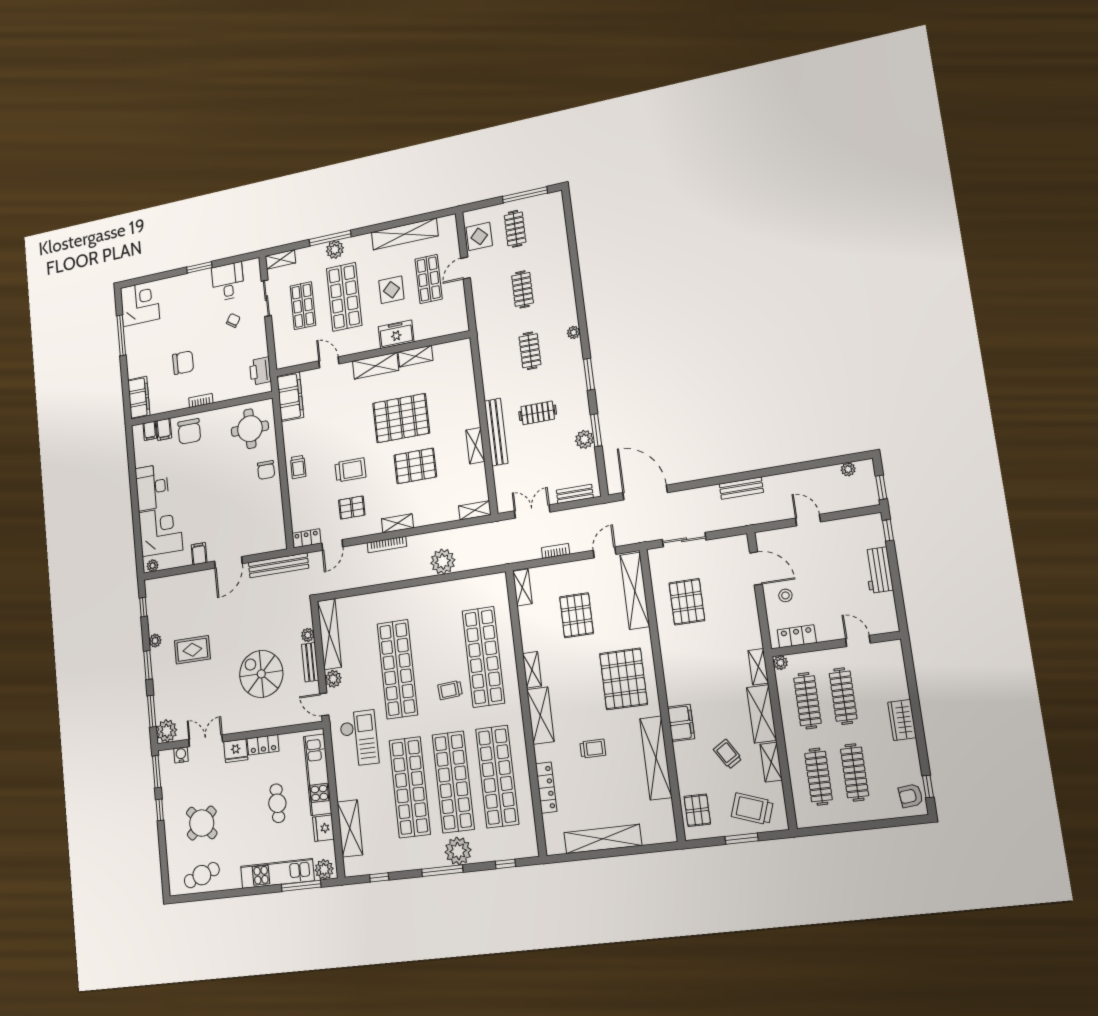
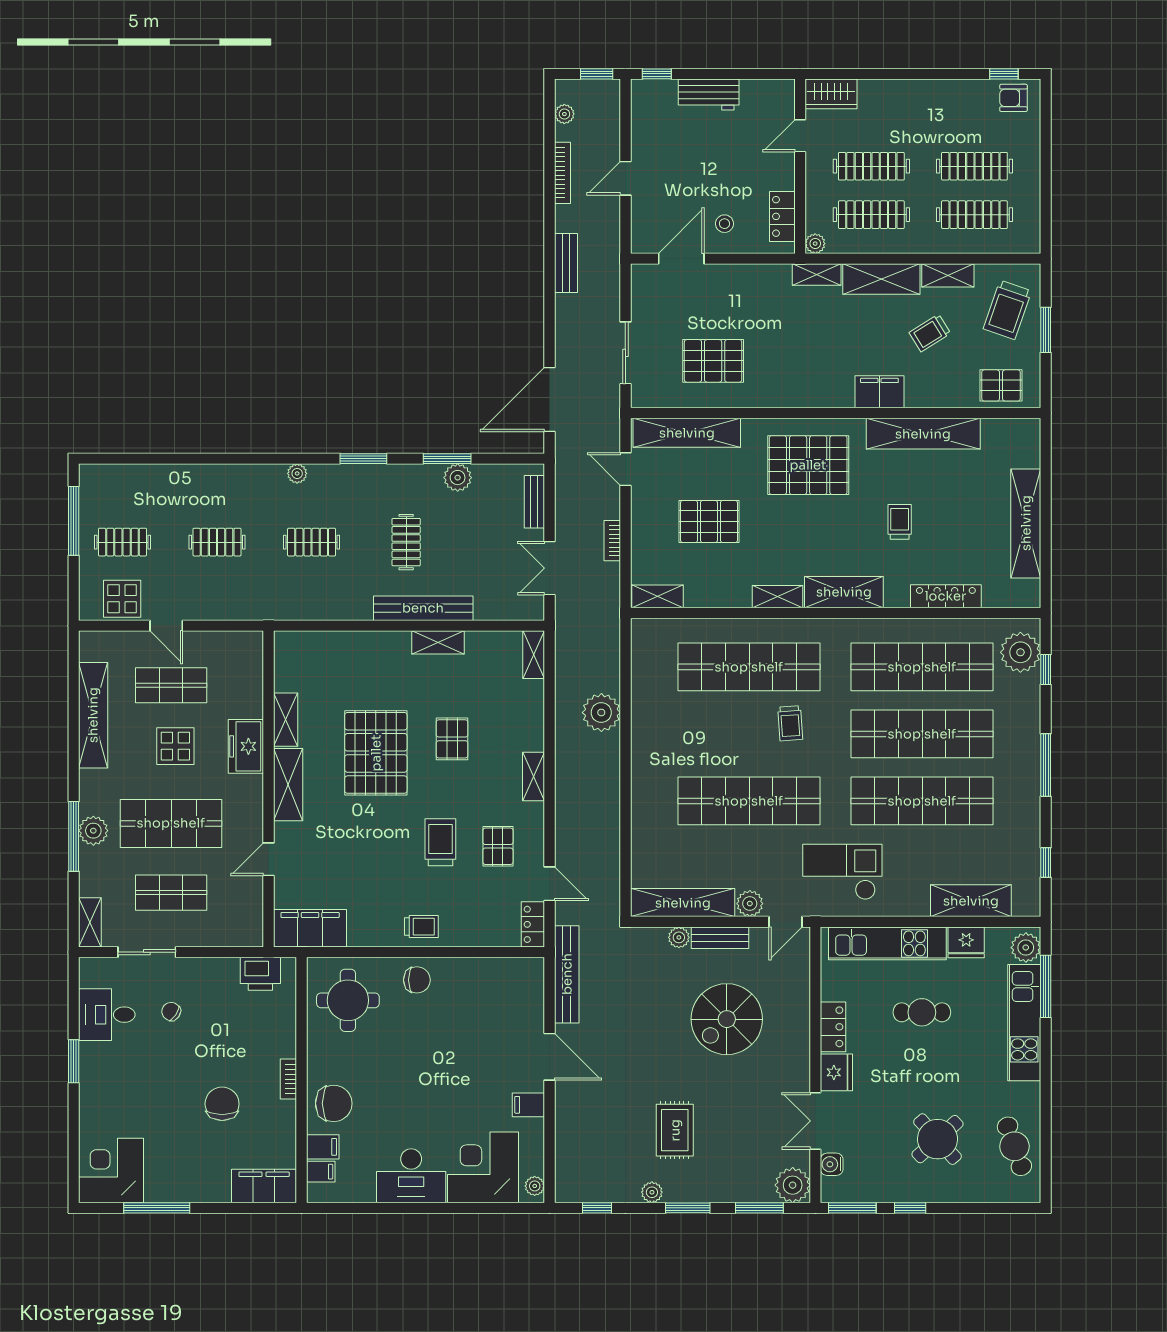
pallet: (415, 466) -> (452, 739), width x0.67, depth x0.71
bookcase: (387, 545) -> (562, 173), moved
wardrobe: (902, 720) -> (831, 94), moved
armchair: (911, 796) -> (1013, 98), turned 96
plant: (458, 851) -> (1020, 652), moved

